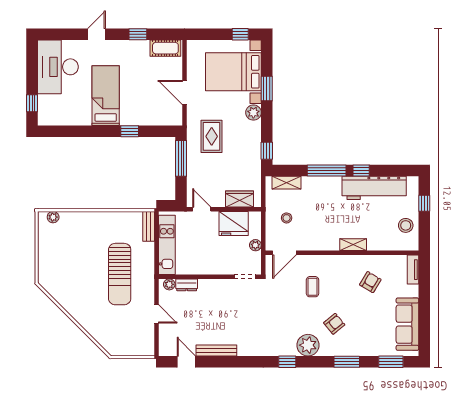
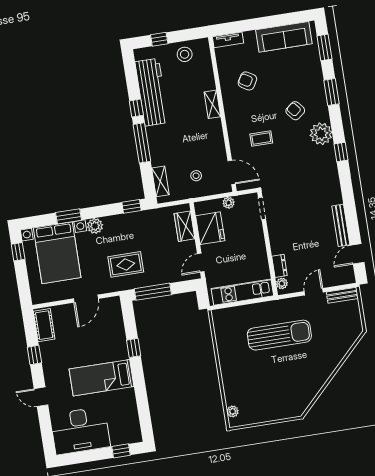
bench: (149, 226) -> (342, 295), moved

